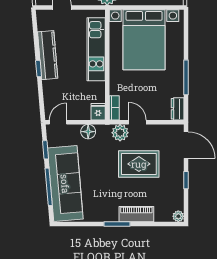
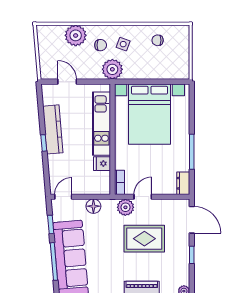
fridge: (98, 112) -> (102, 164), moved, turned -90
door: (137, 122) -> (143, 197), hinge flipped

